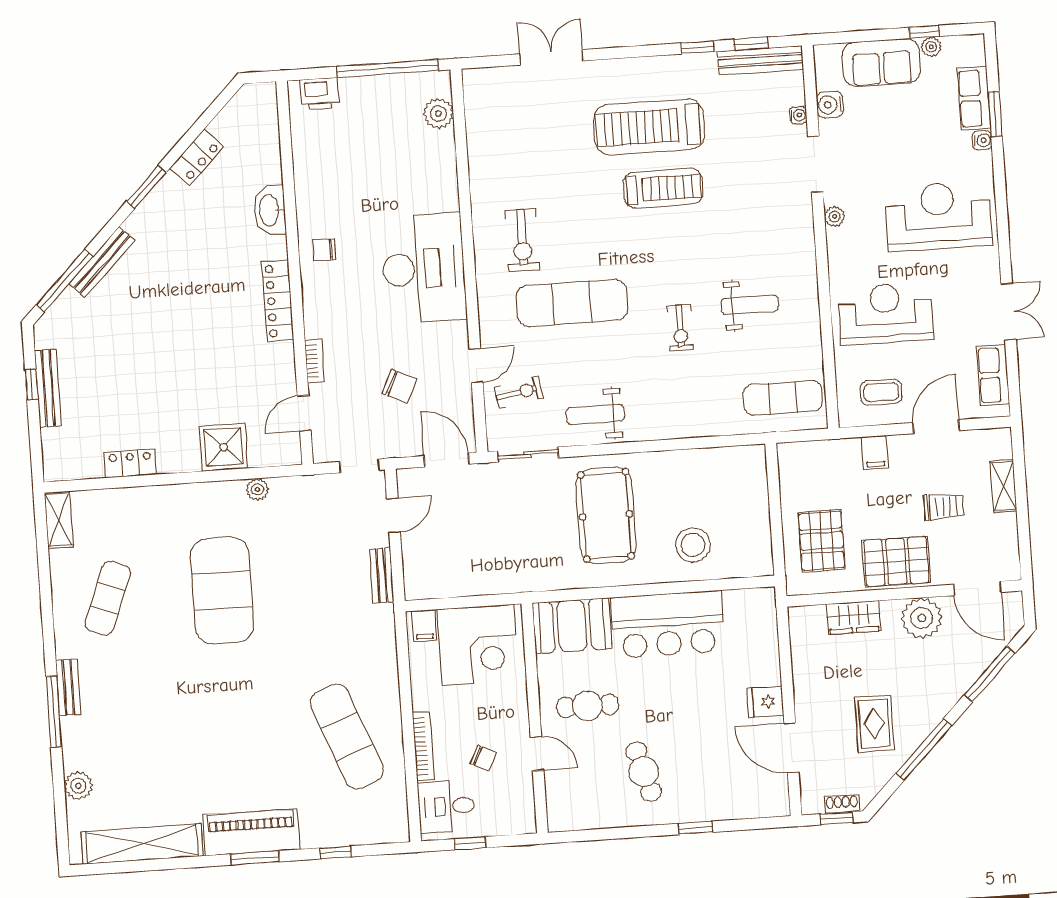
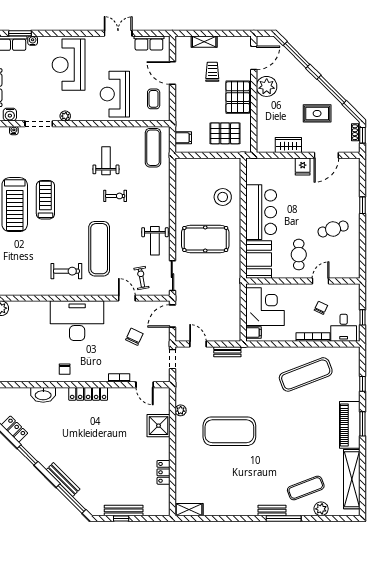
filing cabinet: (875, 453) -> (183, 138), moved
exercise mat: (108, 598) -> (306, 488), moved, turned -42
wardrobe: (854, 617) -> (288, 145), moved, turned -90

